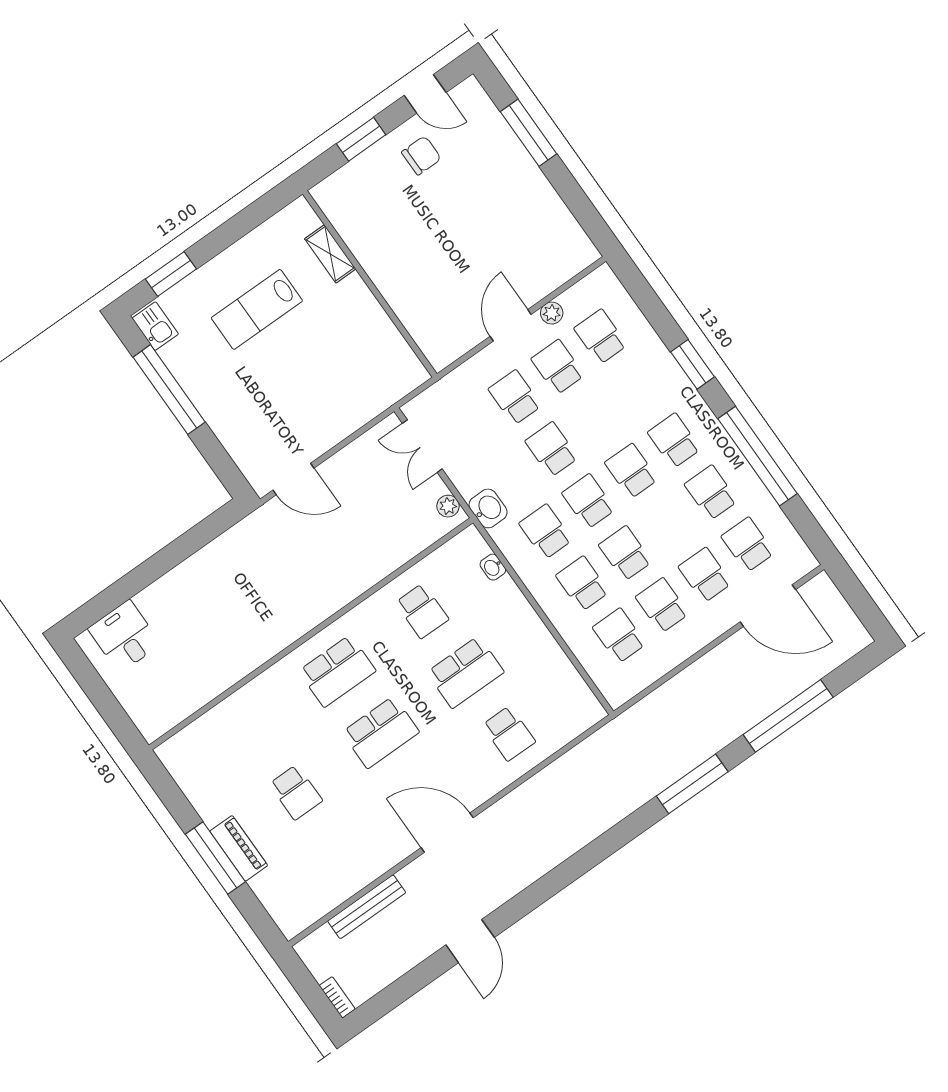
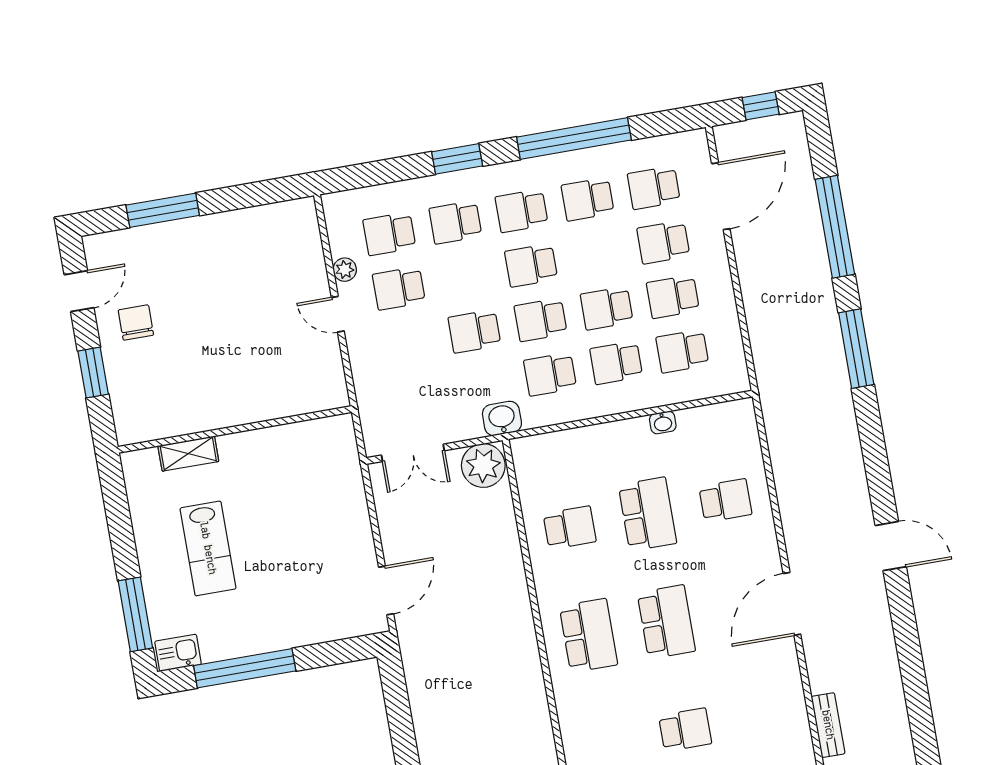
window: (171, 274) -> (135, 614), width x1.44
door: (511, 325) -> (338, 314), width x0.73
school desk: (515, 397) -> (455, 222), moved
plant: (448, 506) -> (483, 466), width x1.88, depth x1.88
washbasin: (493, 567) -> (663, 422), moved
window: (861, 603) -> (761, 106), added
bench: (367, 907) -> (828, 725), width x0.73
door: (470, 941) -> (891, 546), moved

